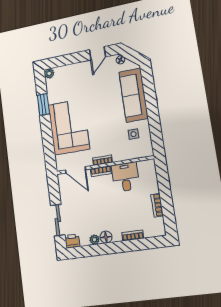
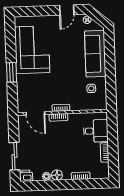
plant: (49, 73) -> (19, 21), removed
window: (43, 105) -> (12, 72), moved
corner sofa: (69, 127) -> (32, 50), moved
desk: (126, 177) -> (96, 131), moved, turned 90

